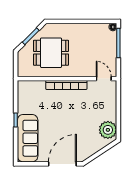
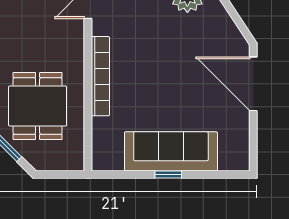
sofa: (28, 138) -> (171, 151), moved

